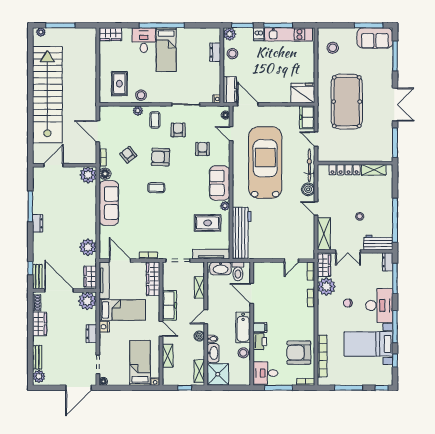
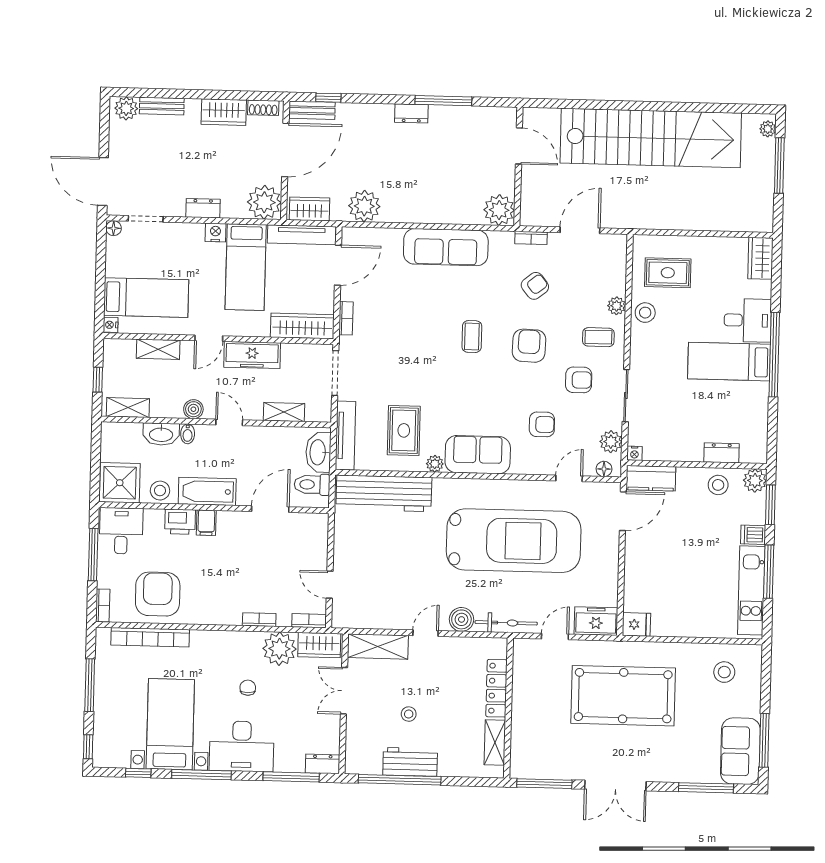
fridge: (303, 93) -> (636, 624), width x0.53, depth x0.75
plant: (211, 112) -> (611, 442), added
floor lamp: (105, 174) -> (501, 242), removed
workbench: (378, 242) -> (410, 762), moved, turned -90
shower: (218, 374) -> (120, 483), moved

